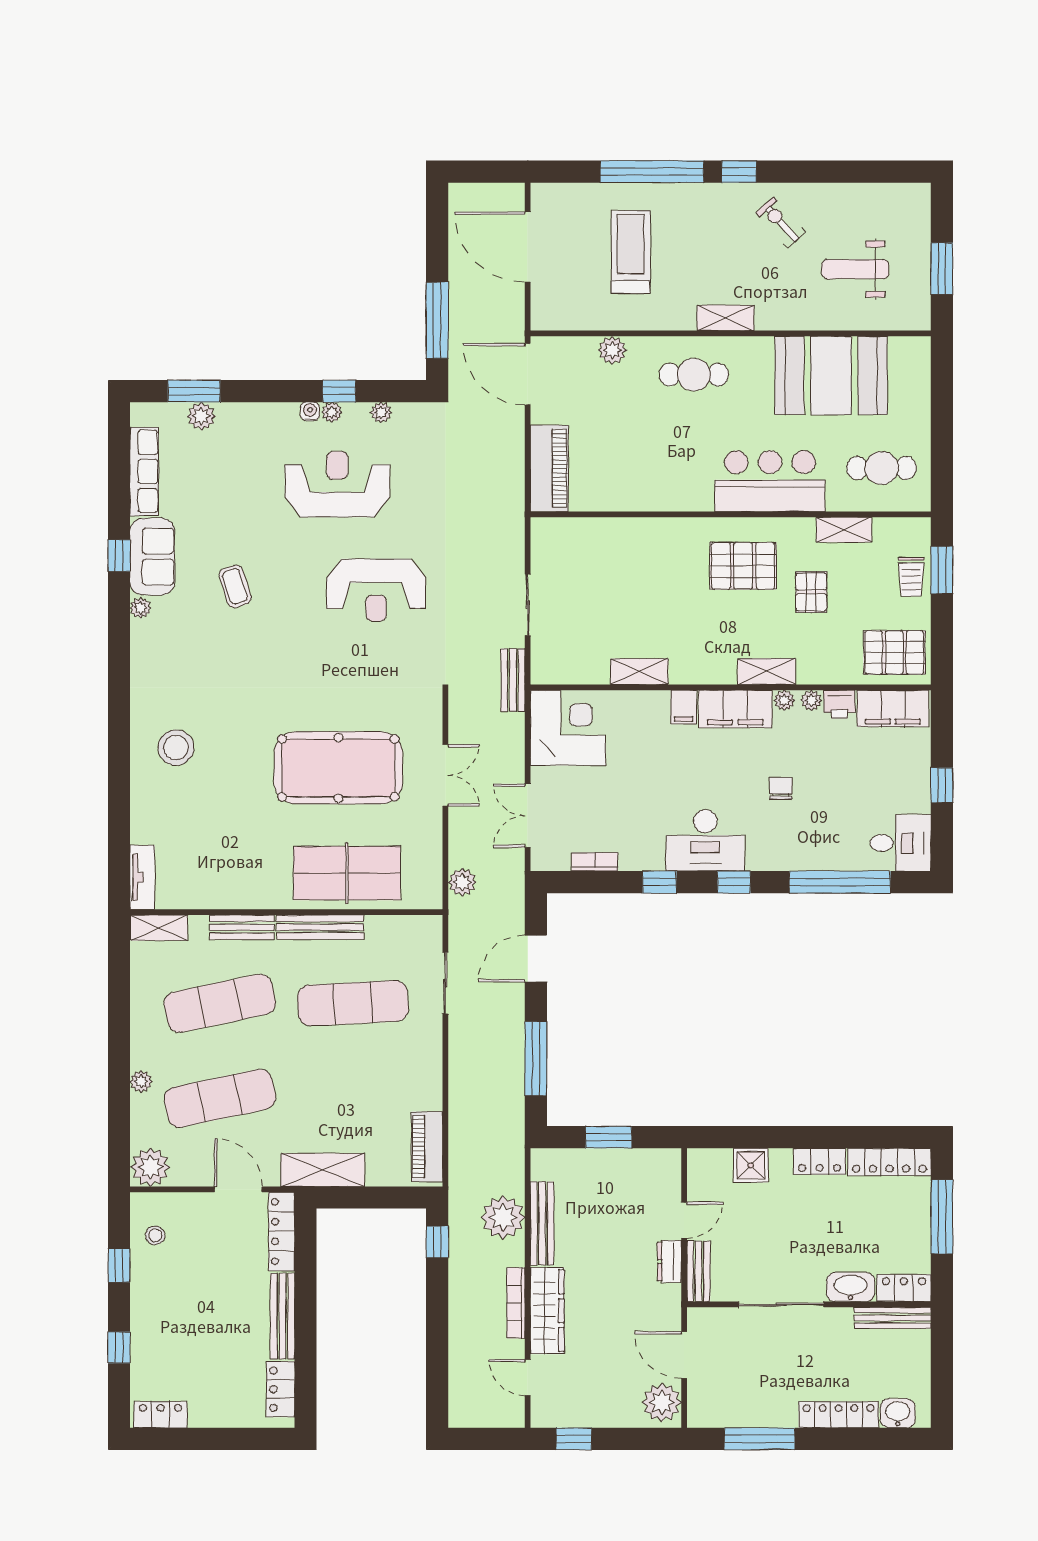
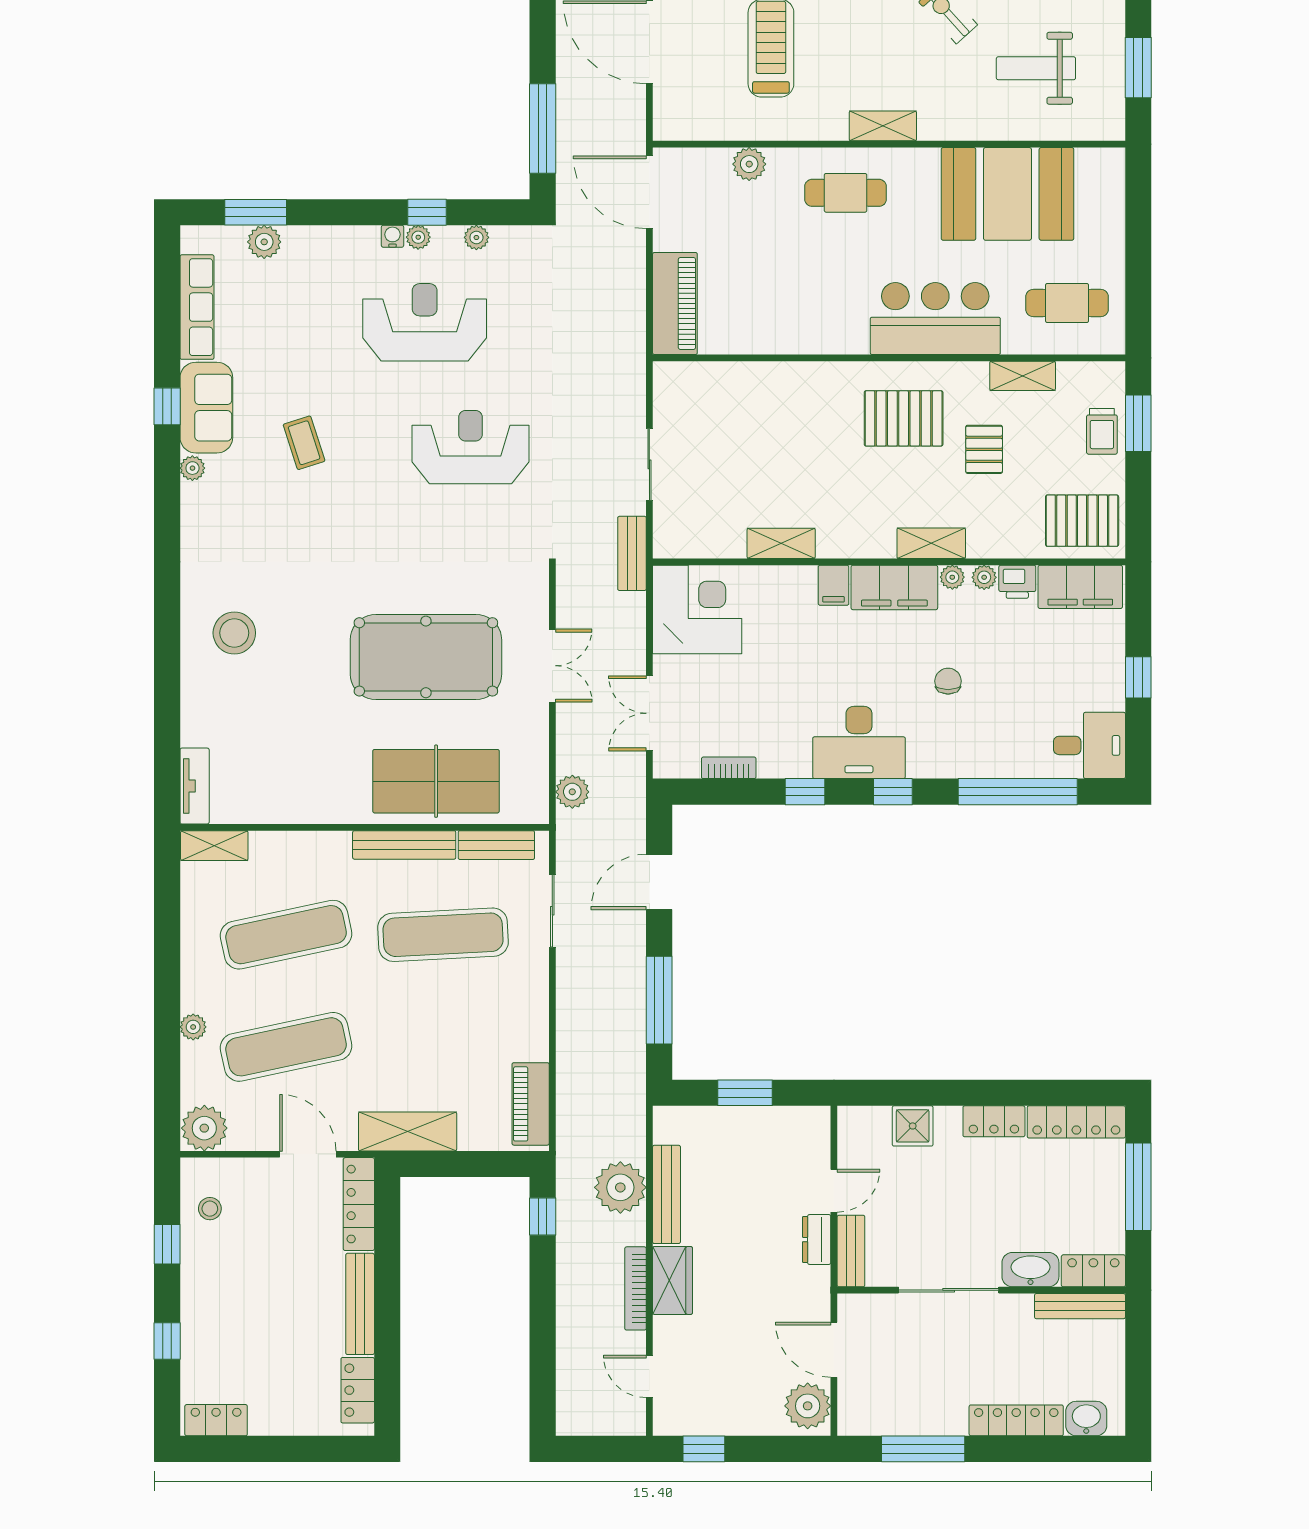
reception desk: (376, 590) -> (471, 447), turned 180
bench: (242, 927) -> (496, 845), moved
wardrobe: (547, 1311) -> (672, 1280), width x0.67

